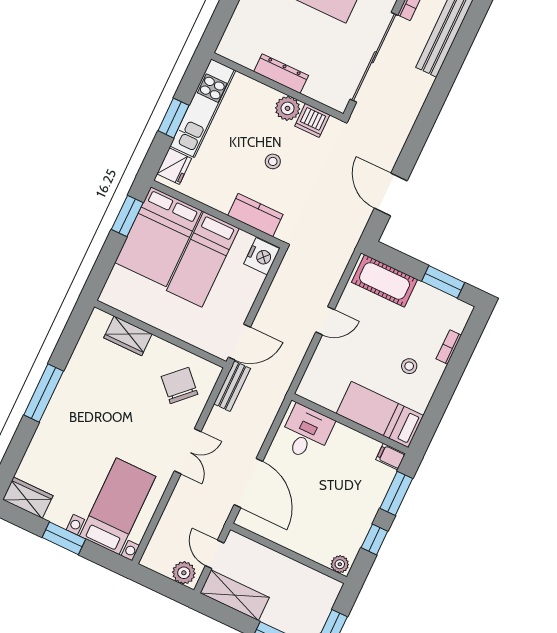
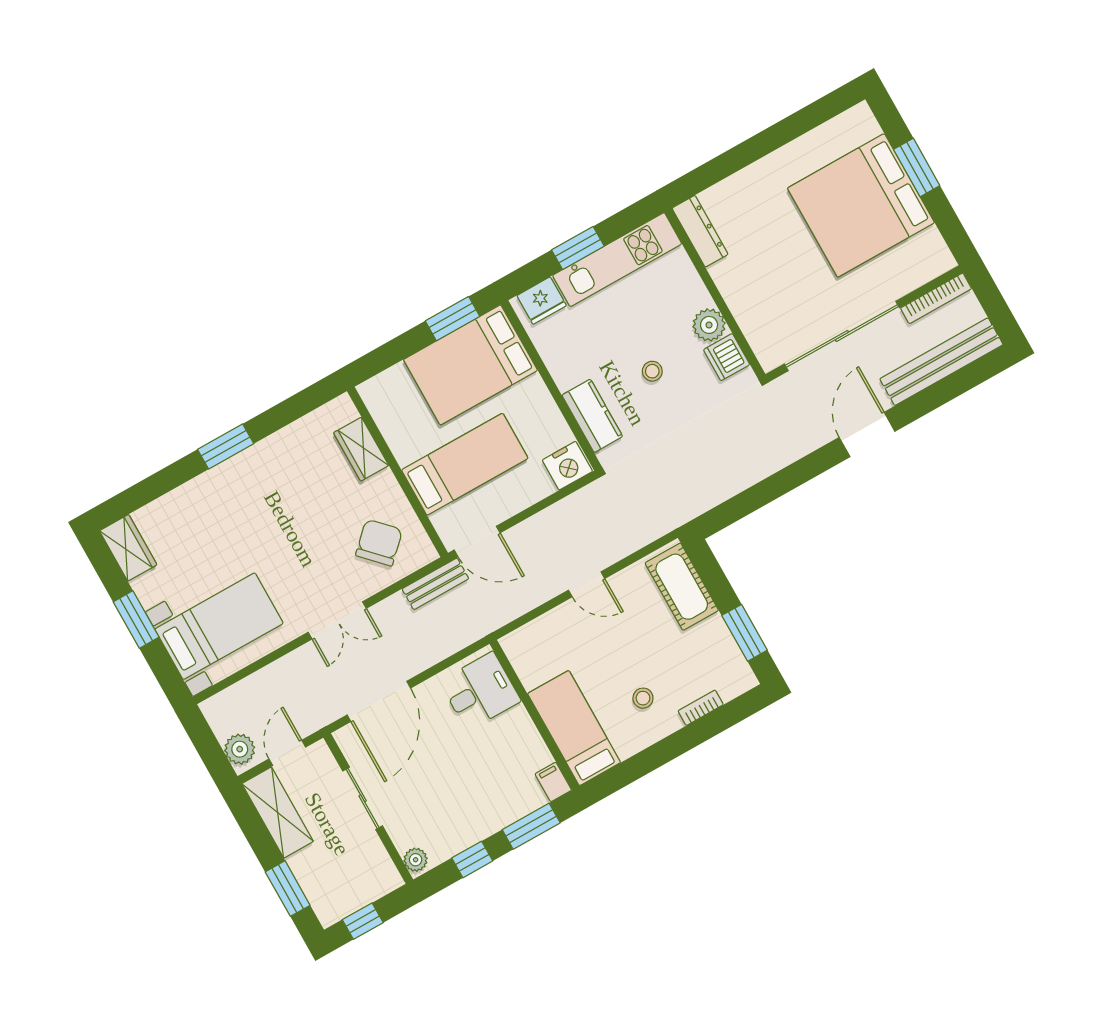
dresser: (281, 74) -> (700, 231), moved
door: (391, 195) -> (867, 434), moved
bed: (203, 259) -> (465, 464), moved, turned 180
window: (44, 393) -> (226, 446), width x0.69
sliding door: (281, 550) -> (363, 798), added

